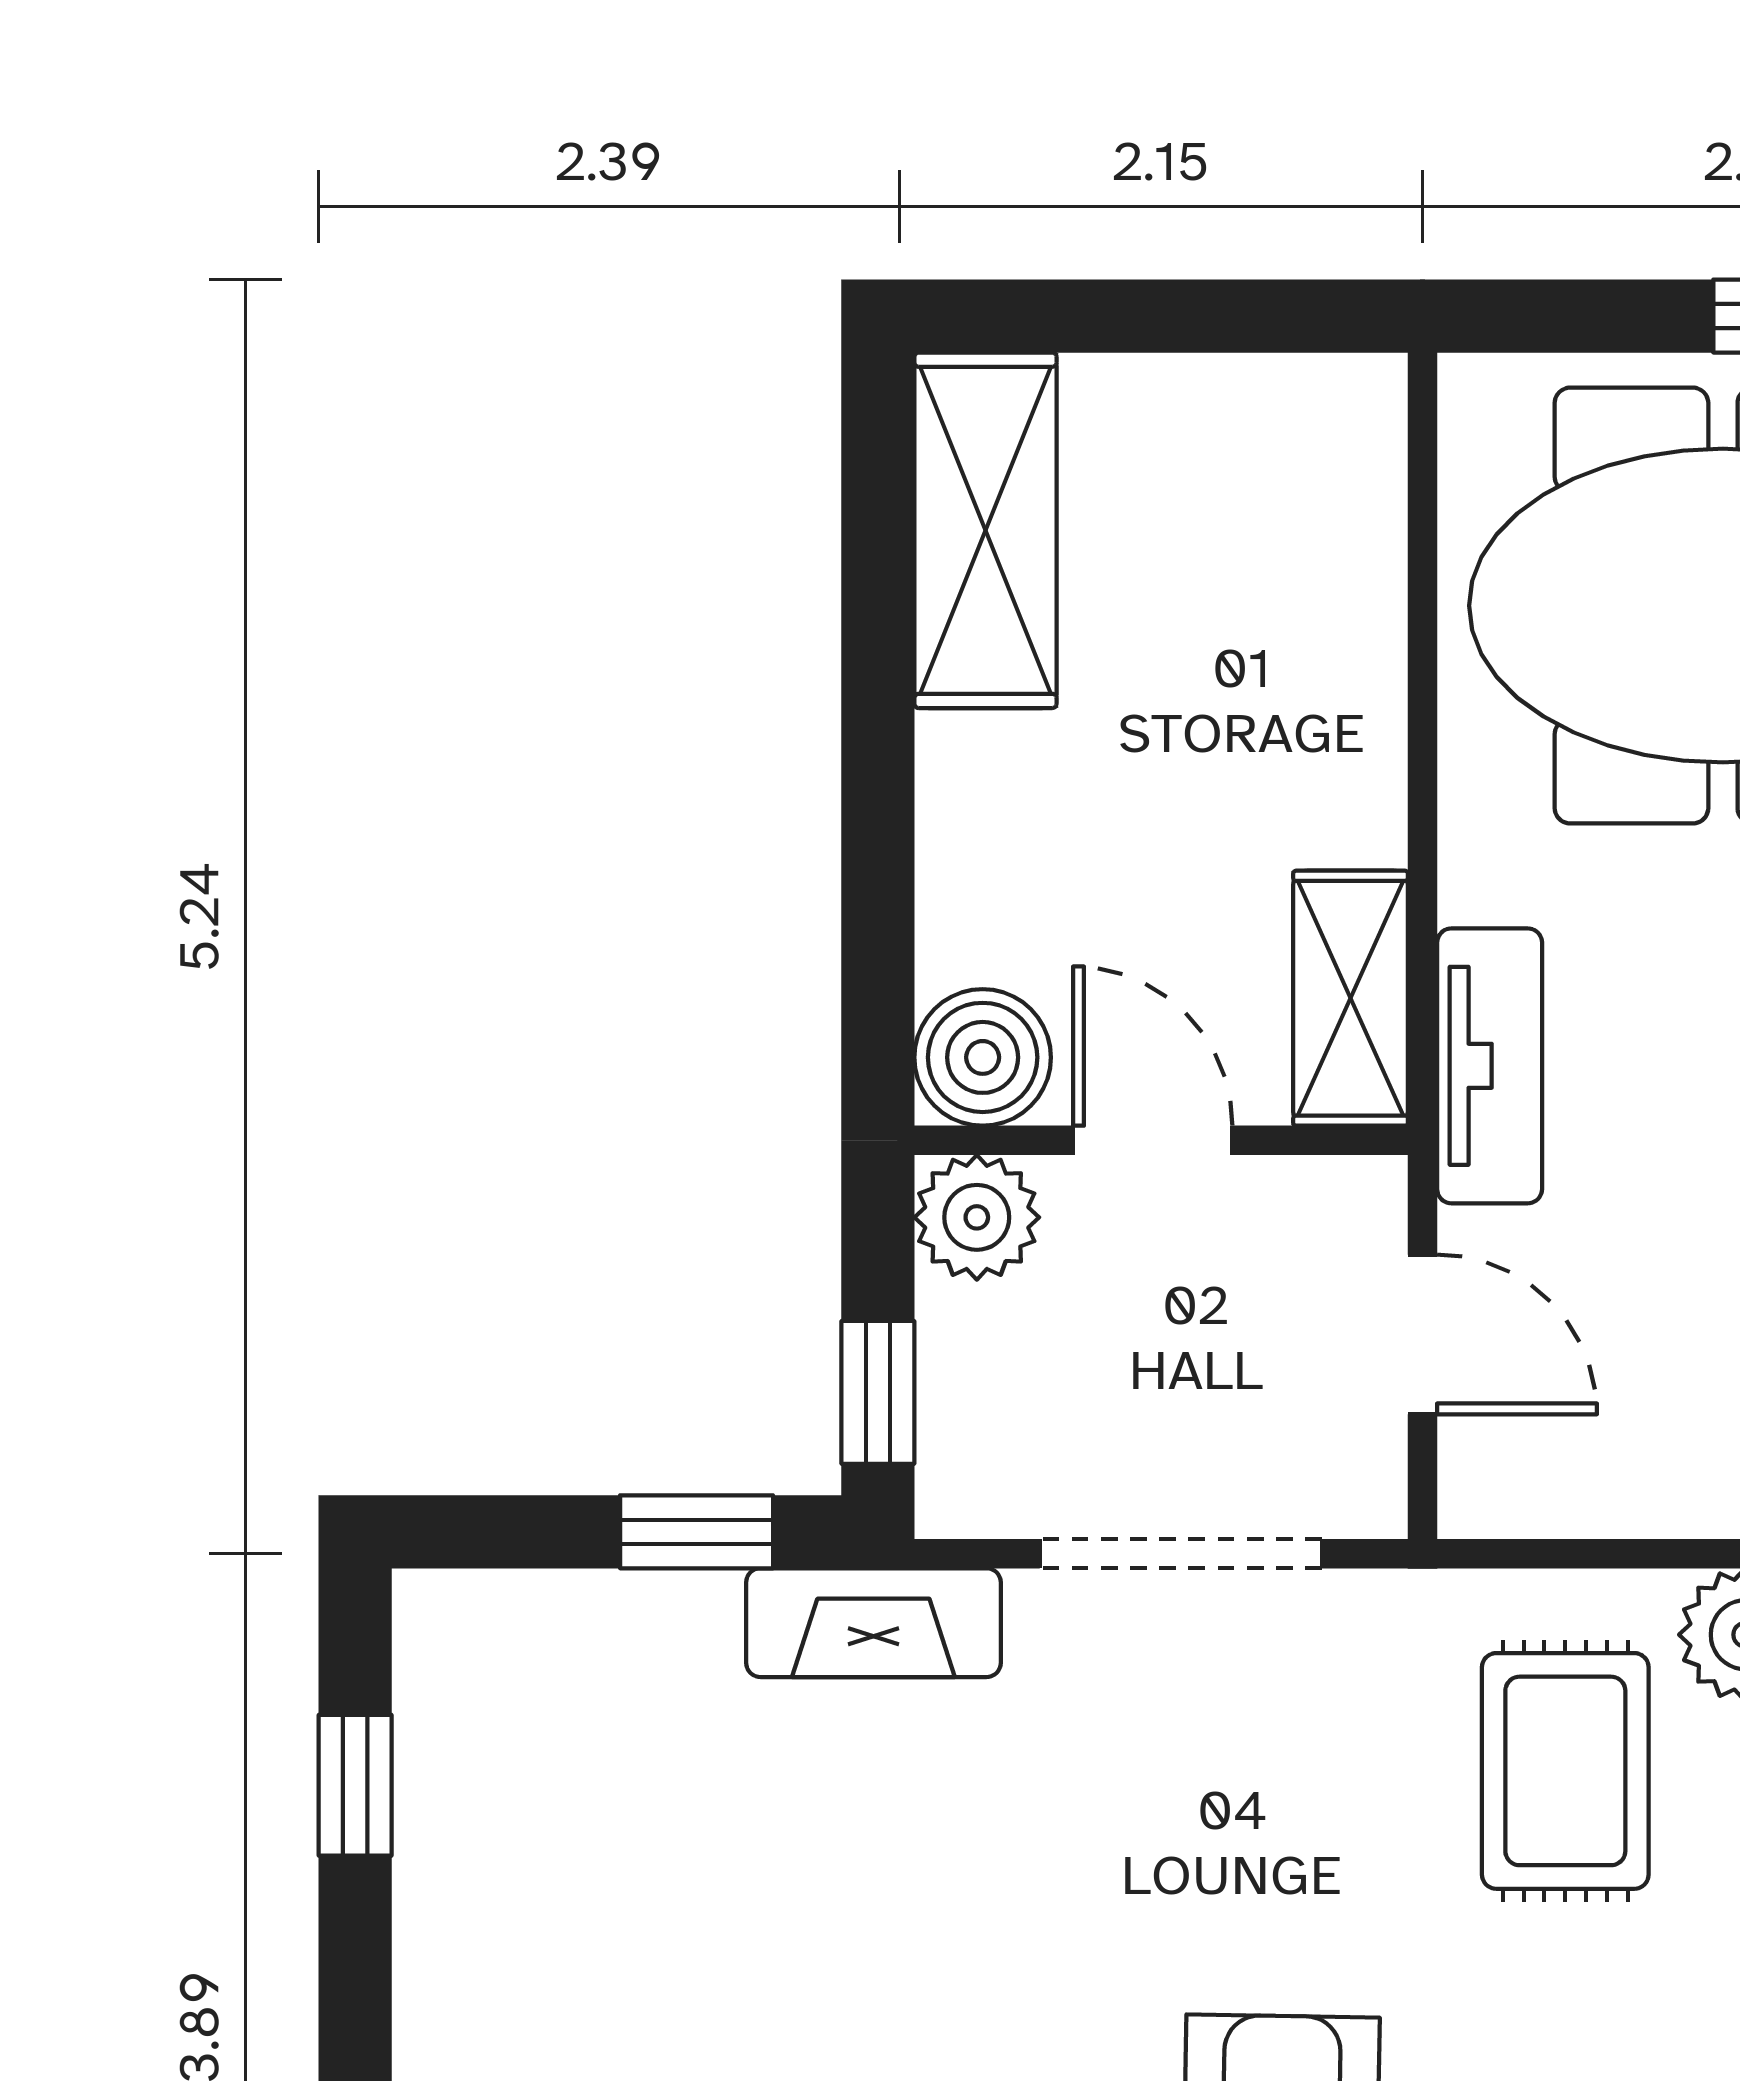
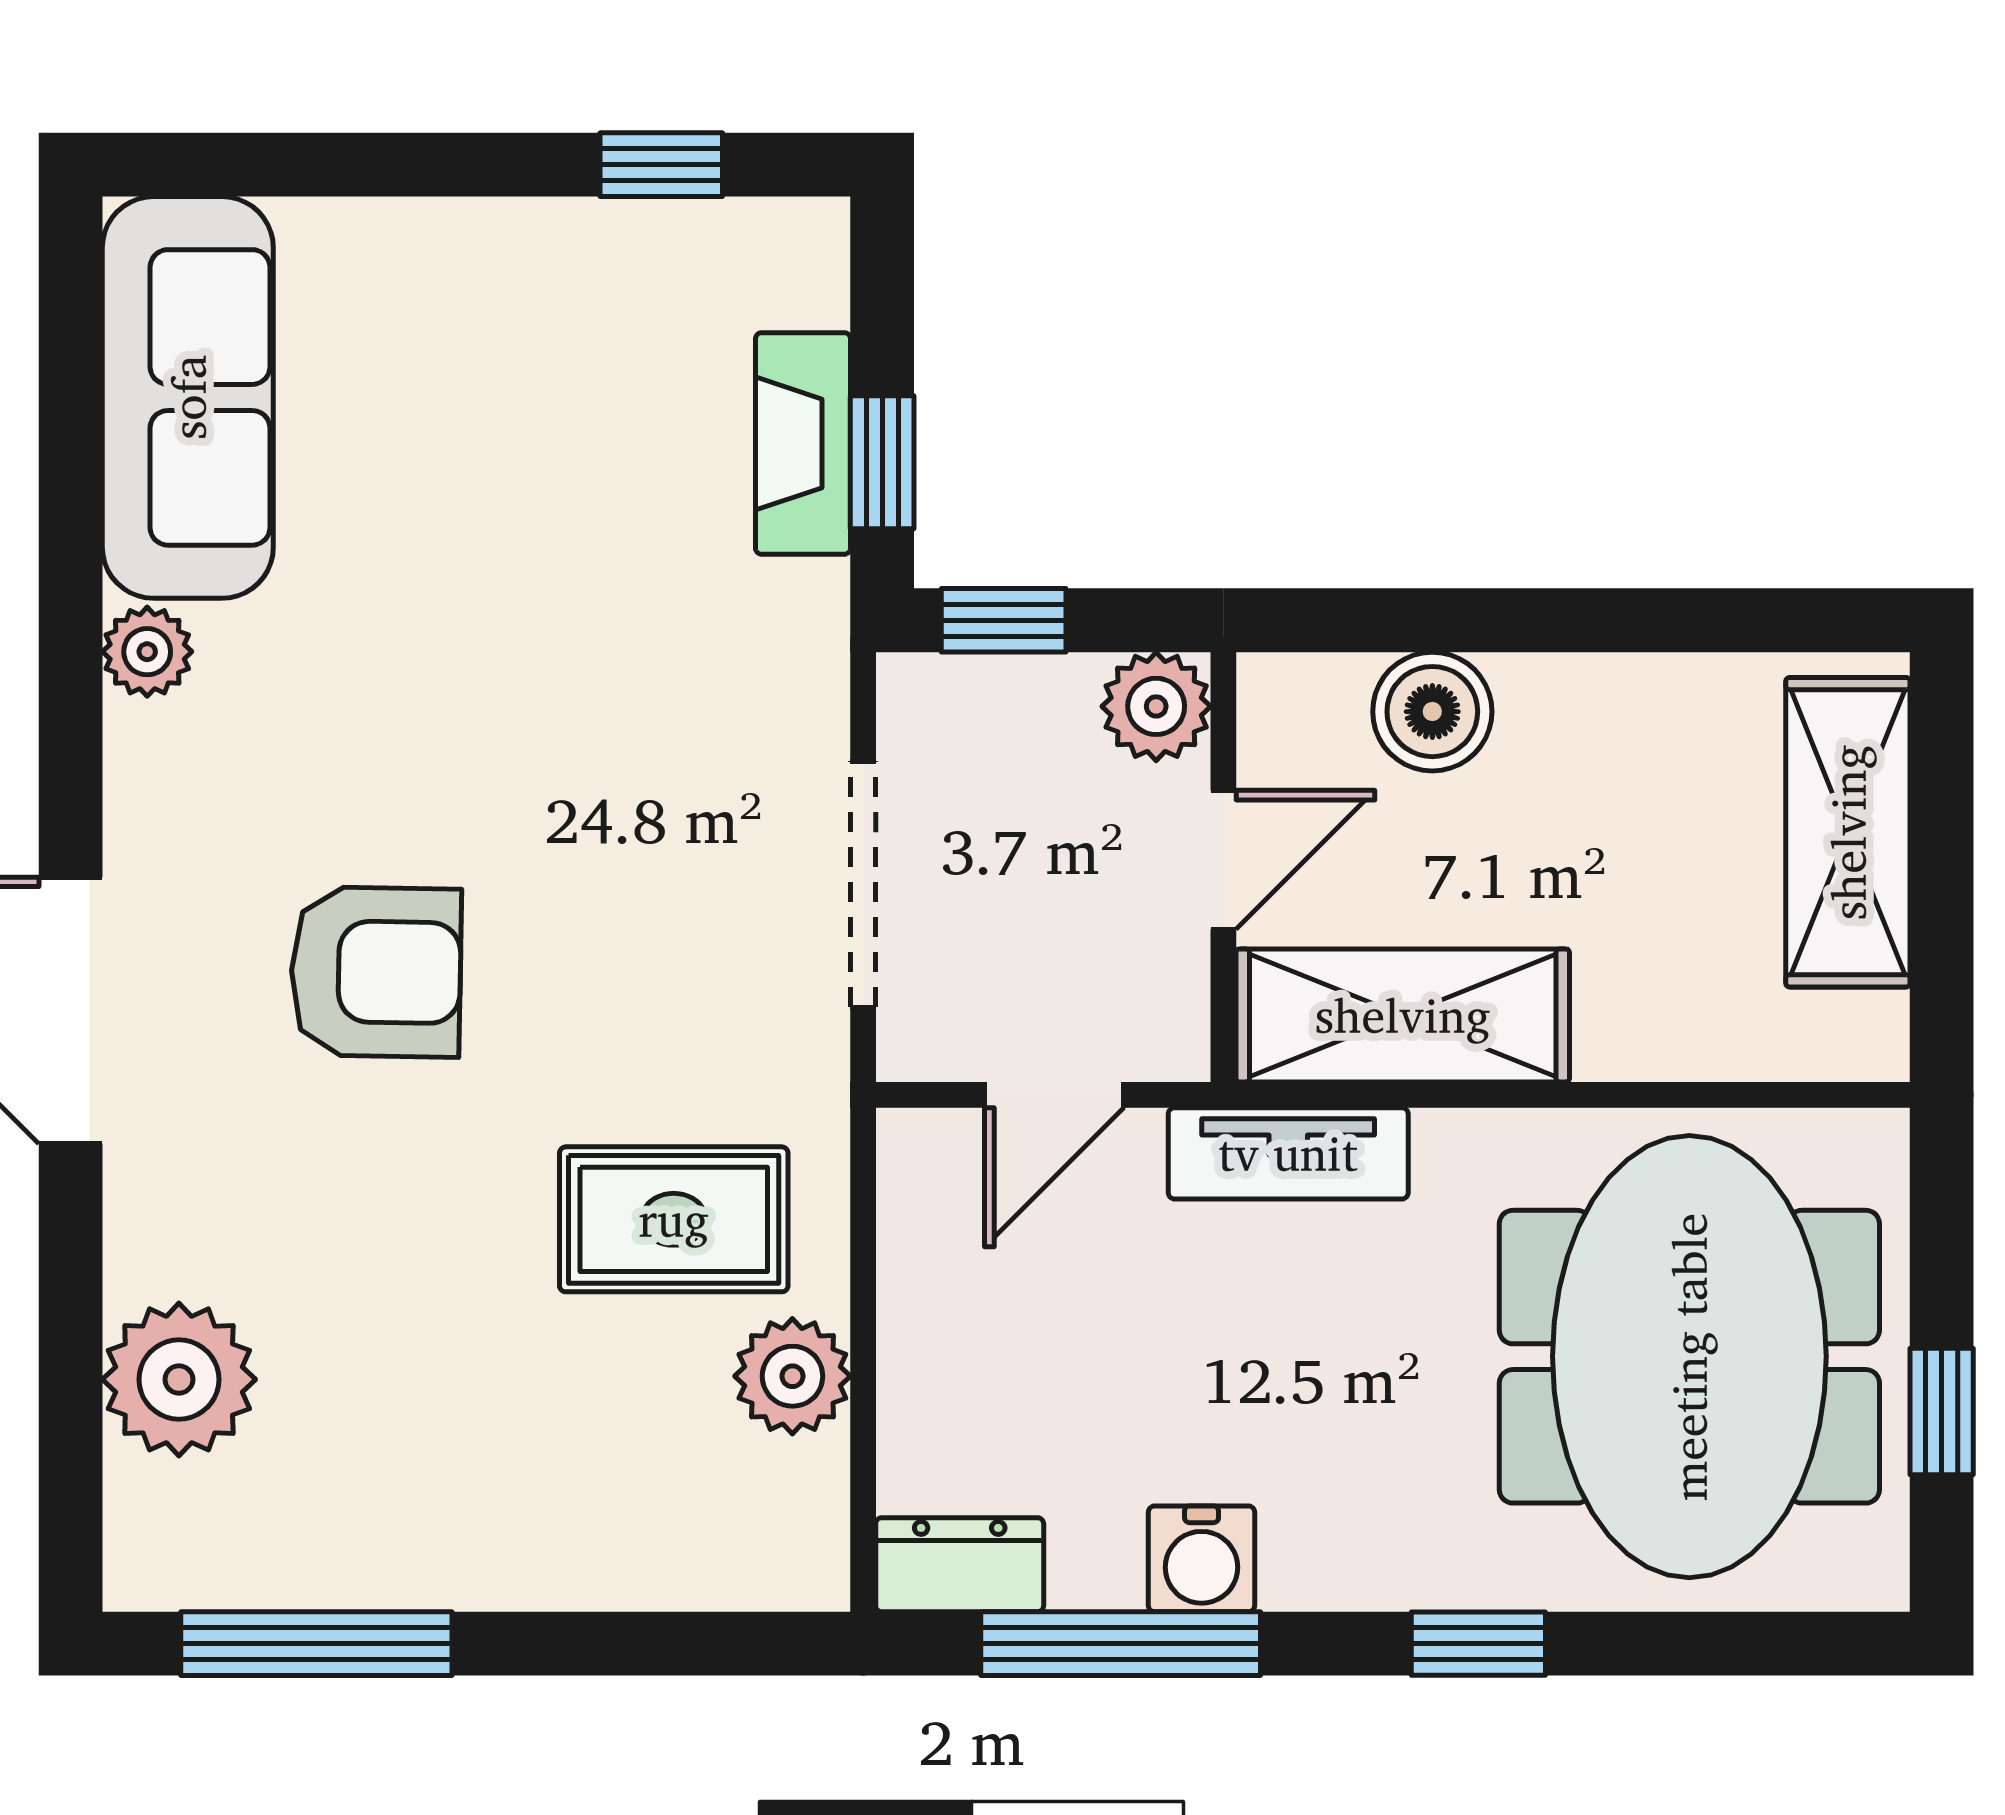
shelving: (985, 530) -> (1848, 832), moved, turned 90
shelving: (1351, 998) -> (1403, 1015), width x1.50, depth x1.33
boiler: (983, 1057) -> (1432, 712), moved
fireplace: (873, 1623) -> (803, 443), moved

